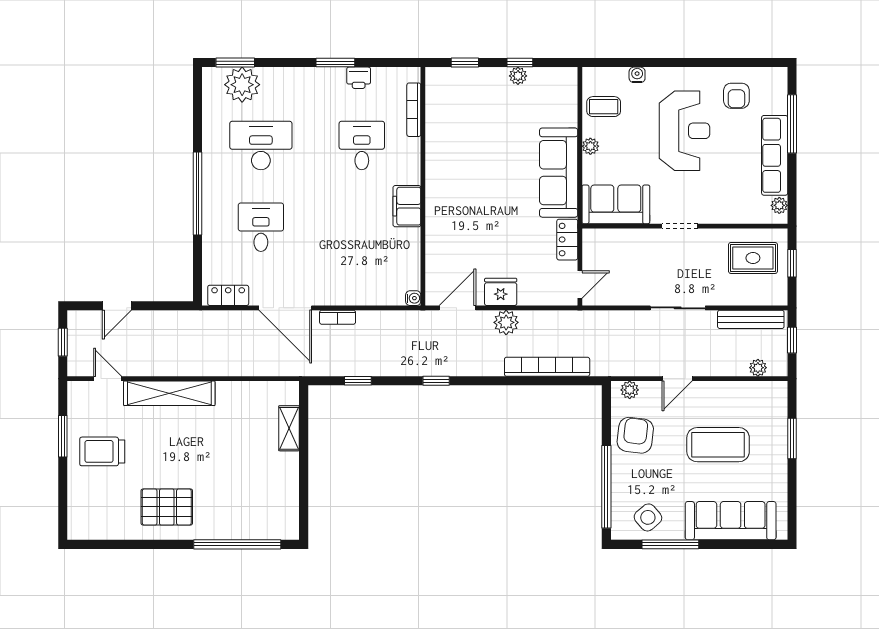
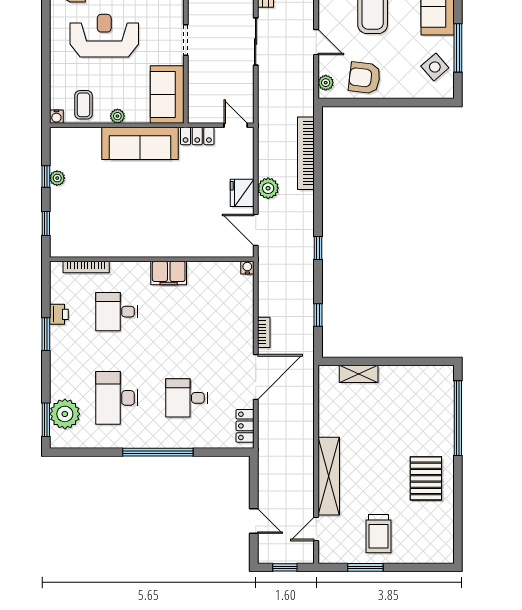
water cooler: (637, 75) -> (56, 117), moved, turned -90
window: (606, 487) -> (409, 102), removed

